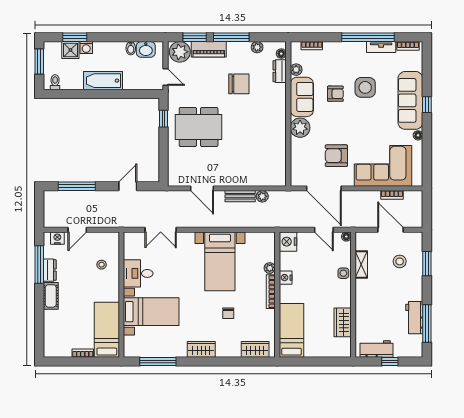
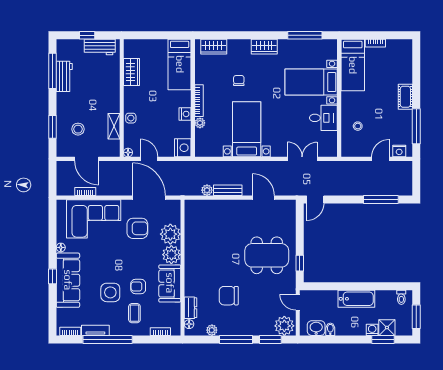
piano: (209, 49) -> (257, 328), removed
coffee table: (340, 65) -> (134, 313), added
plant: (296, 70) -> (170, 234), moved, width x1.87, depth x1.87
door: (128, 186) -> (315, 200), moved
dresser: (50, 270) -> (406, 121), removed

